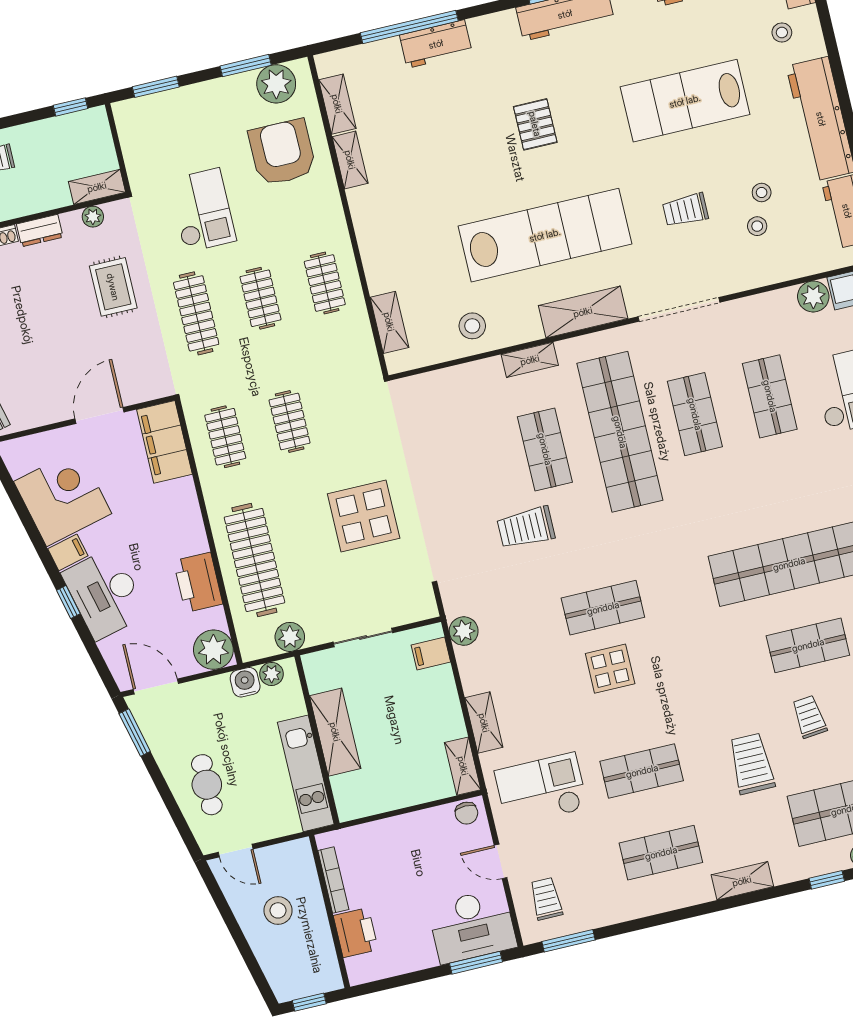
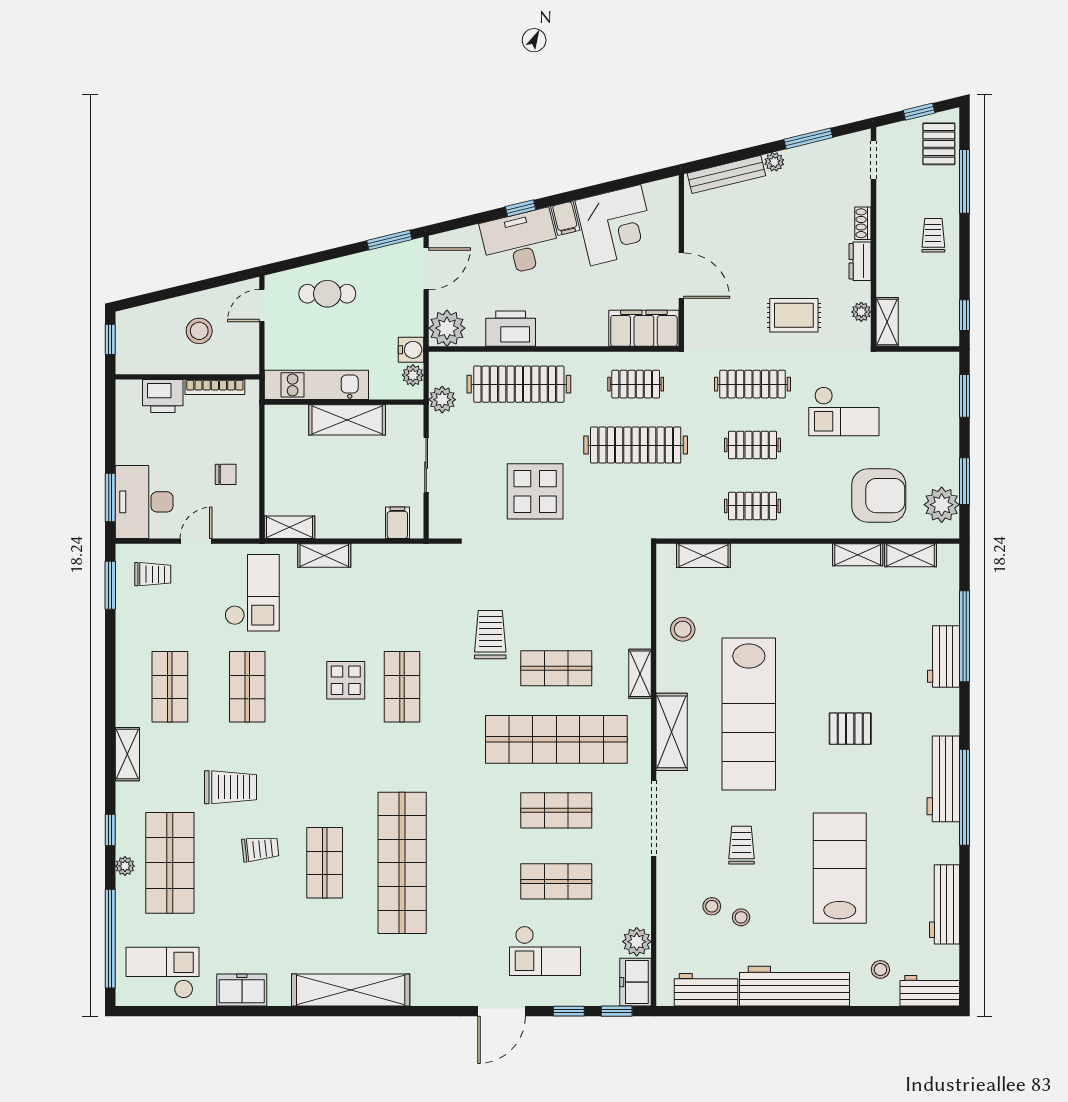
clothes rail: (290, 421) -> (636, 445), width x1.86, depth x1.31
plant: (464, 631) -> (411, 557), removed
chair: (466, 813) -> (226, 474), moved, turned 180

